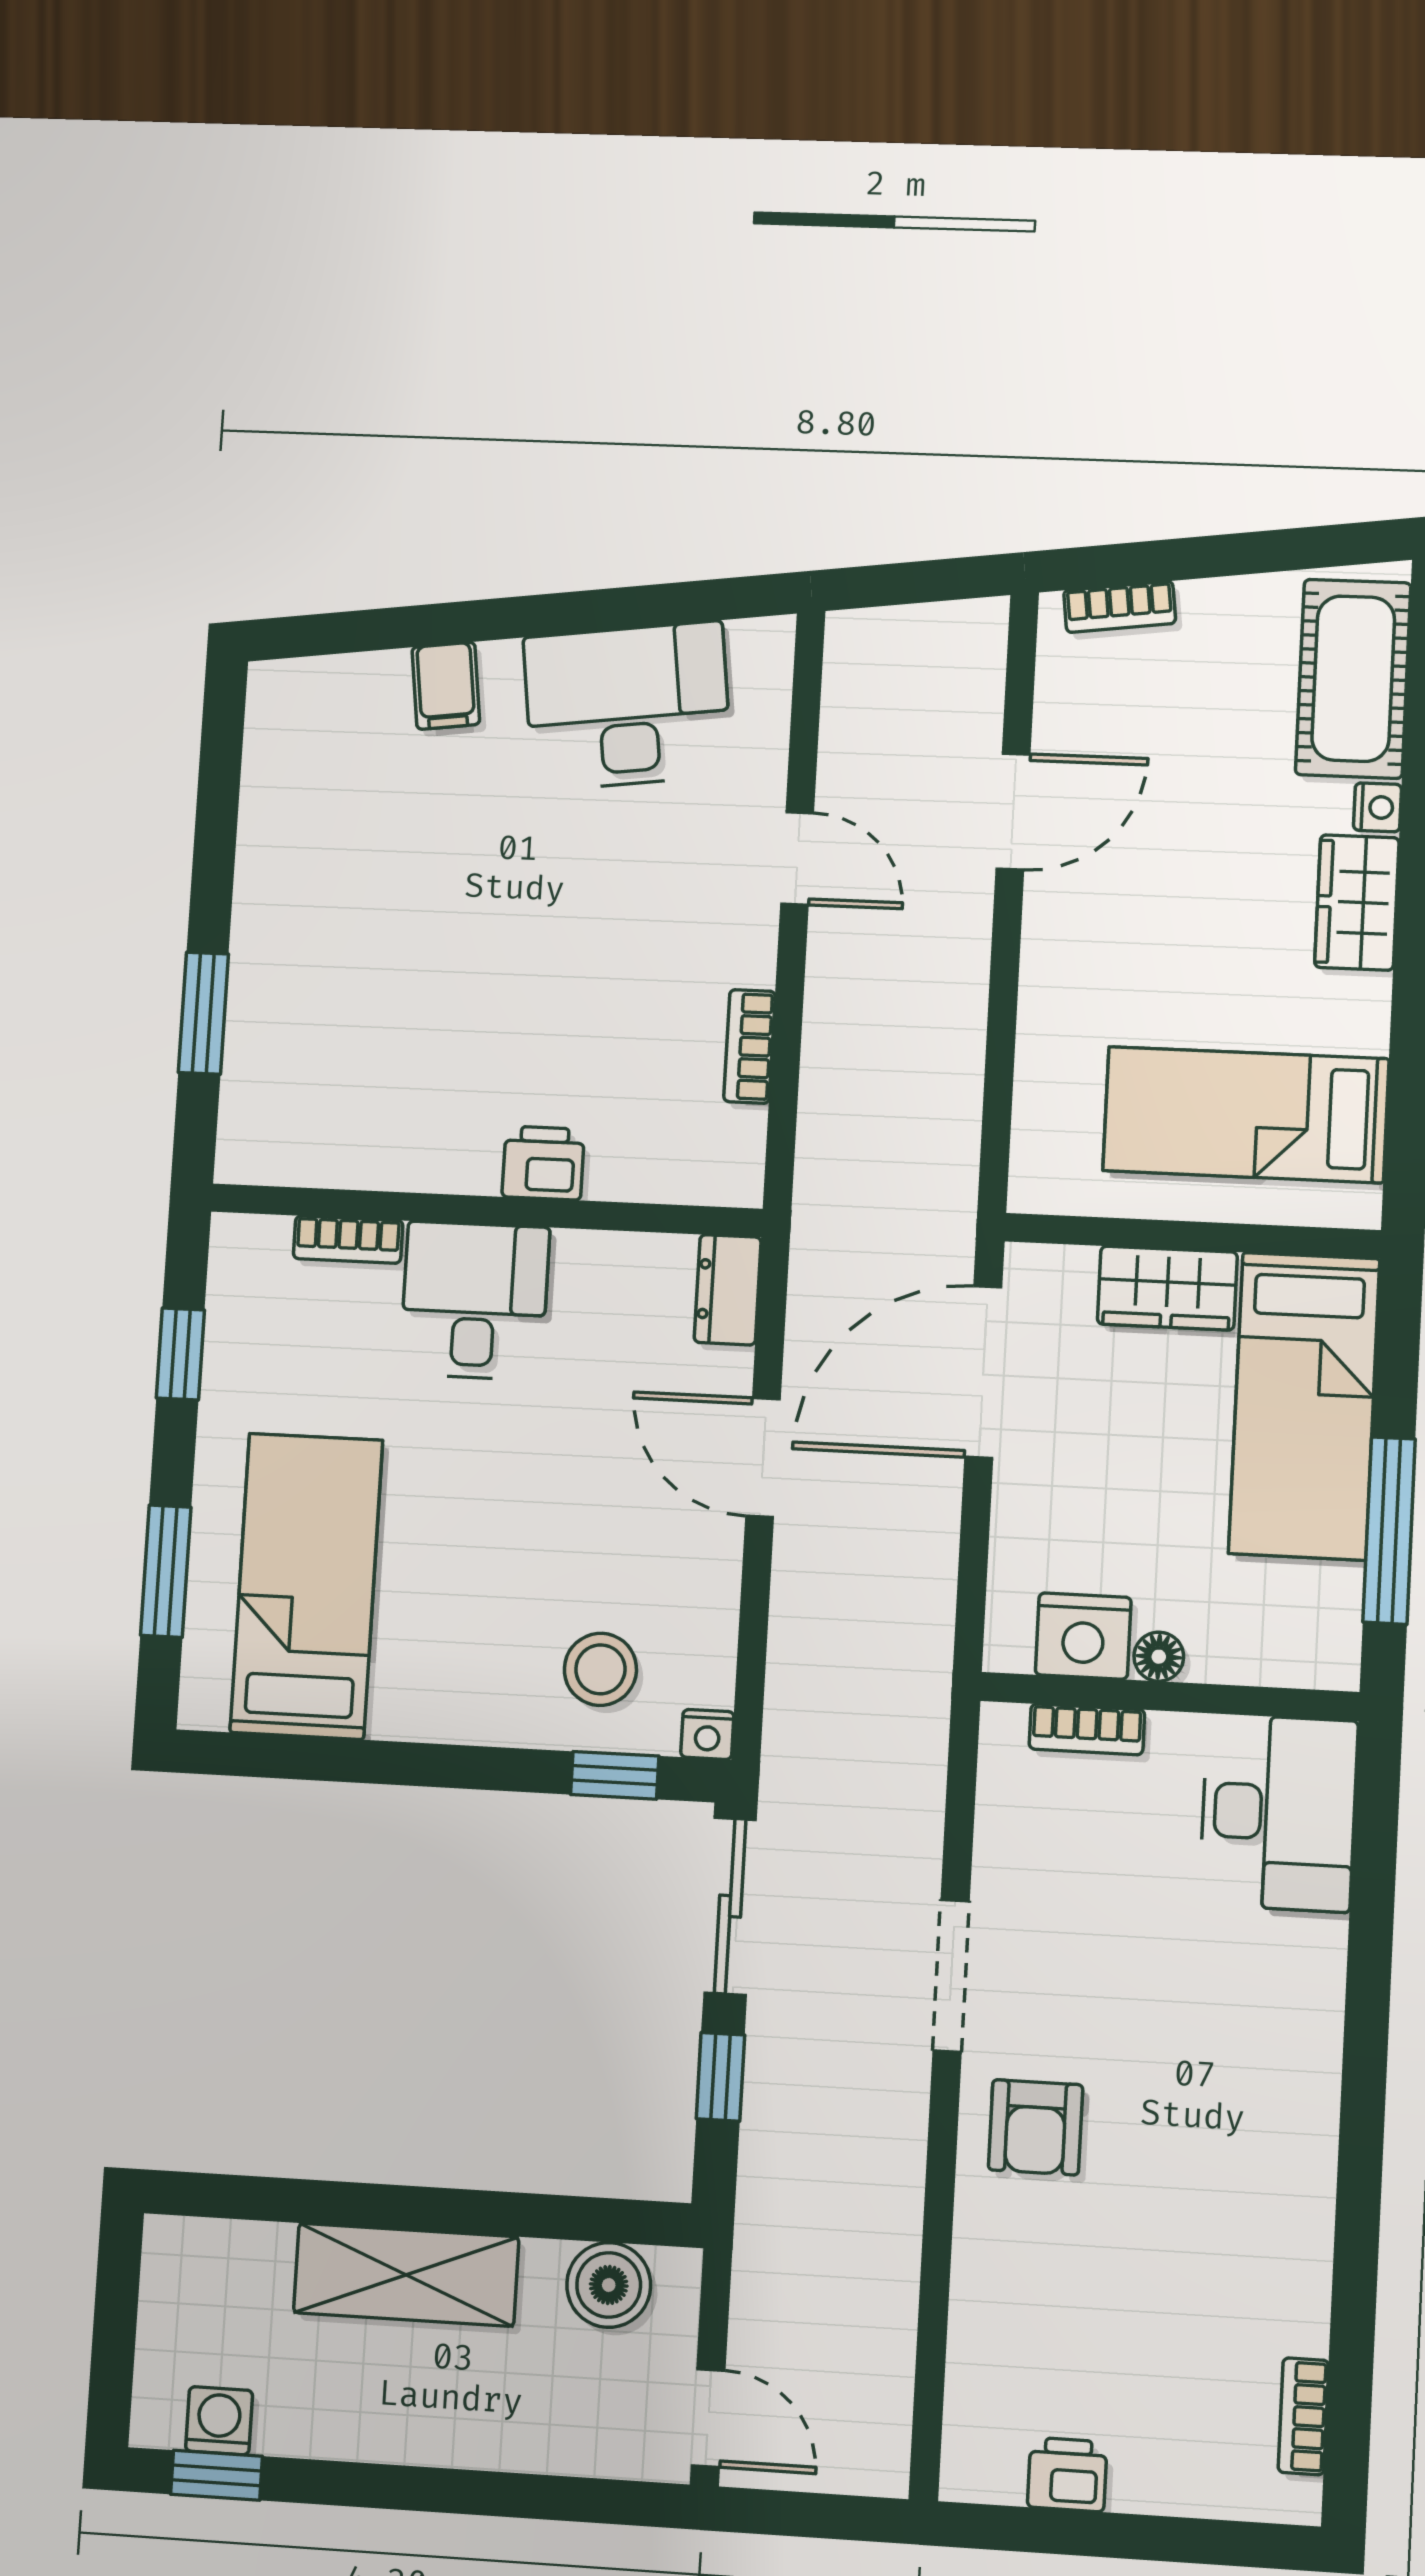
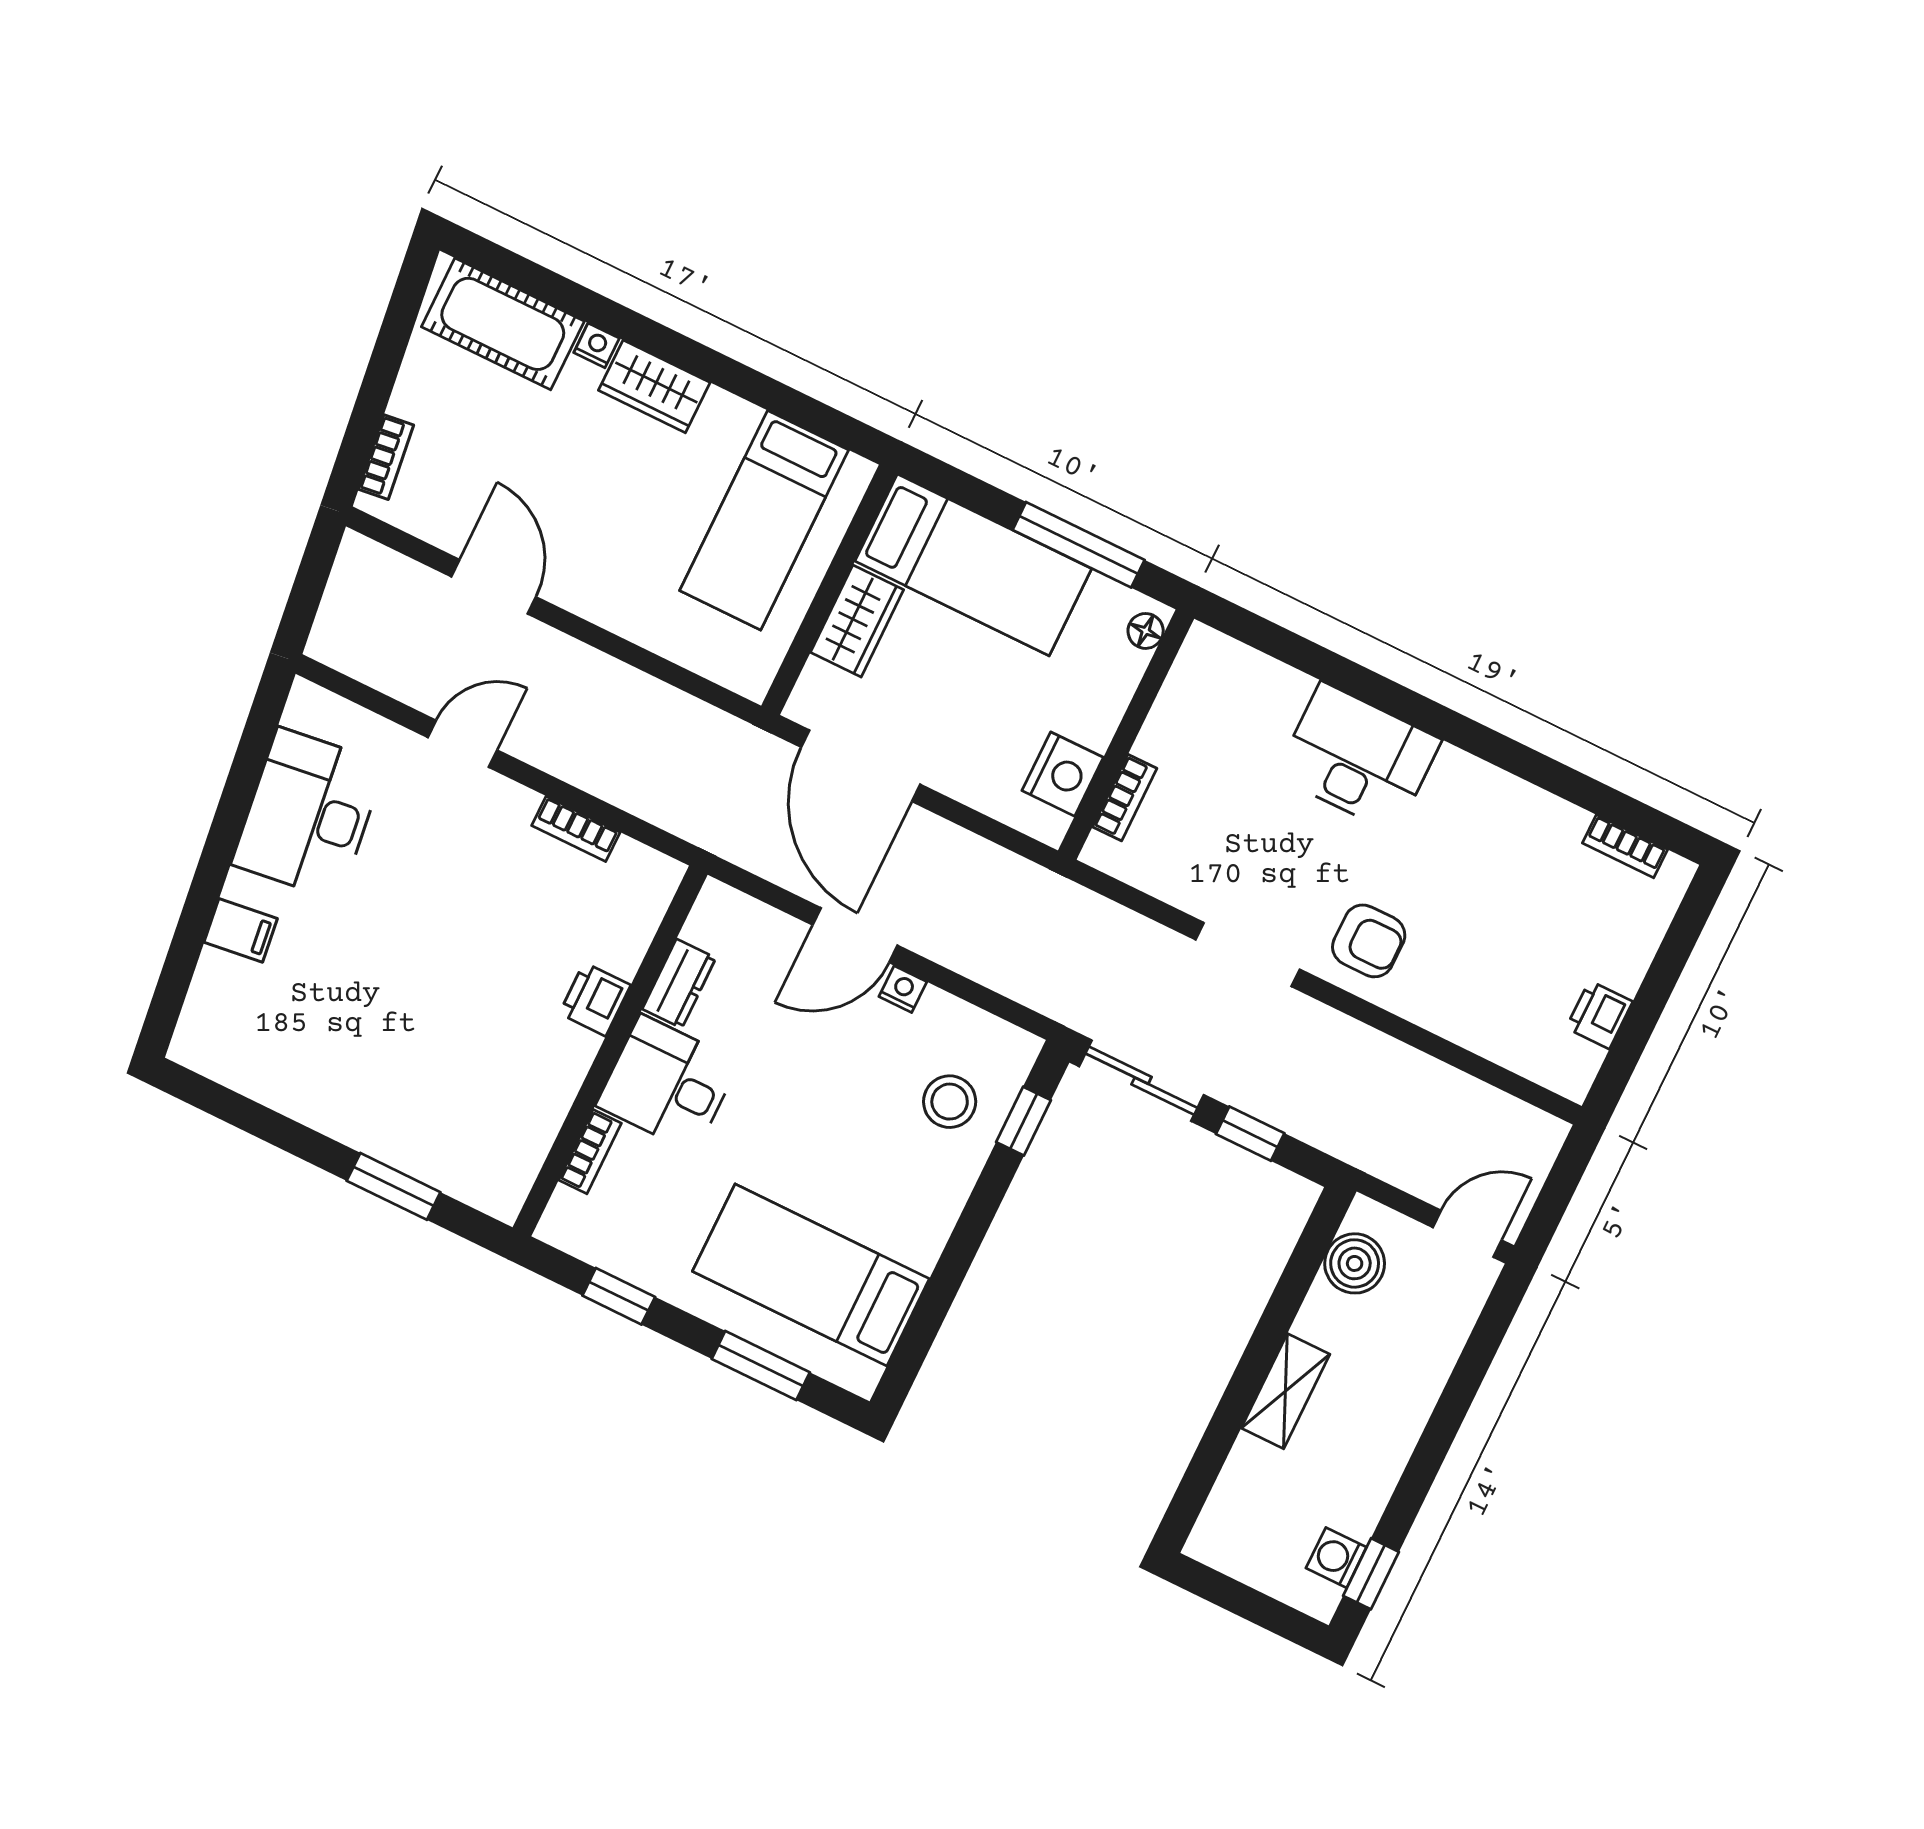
dresser: (728, 1290) -> (679, 983), moved, turned -90
floor lamp: (1159, 1657) -> (1146, 631), moved
nightstand: (707, 1734) -> (903, 989), moved, turned -90
desk: (1278, 1813) -> (1358, 758), moved
shelving: (406, 2275) -> (1286, 1391), width x0.67, depth x0.75

